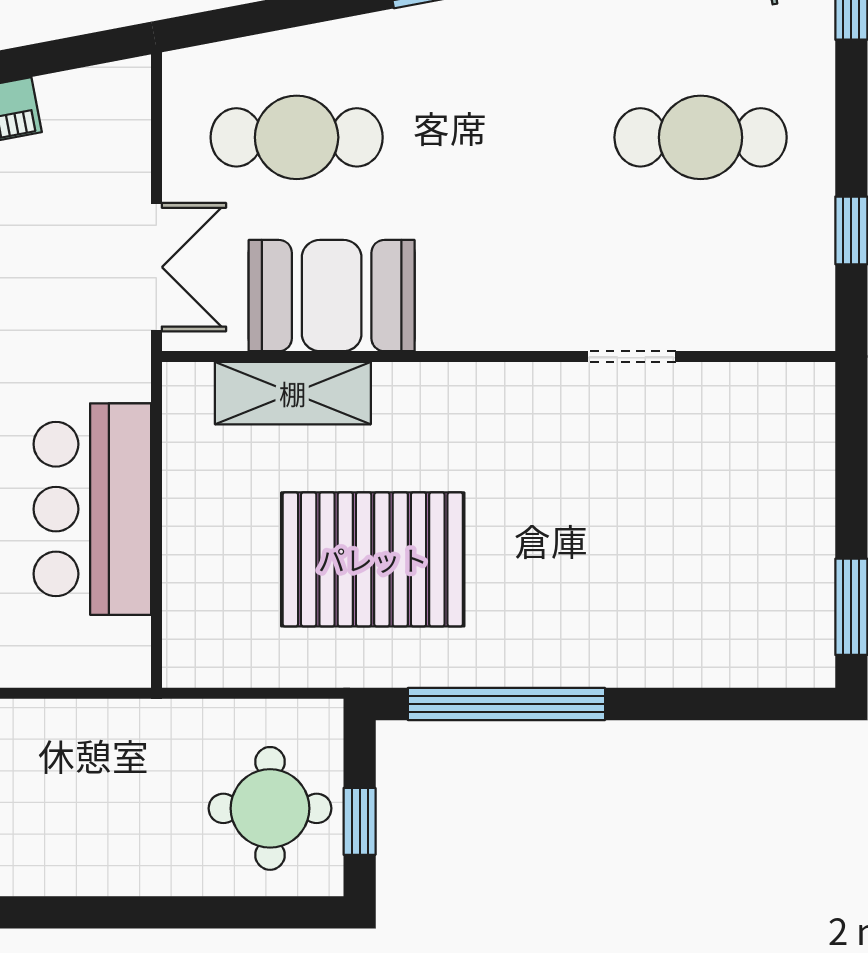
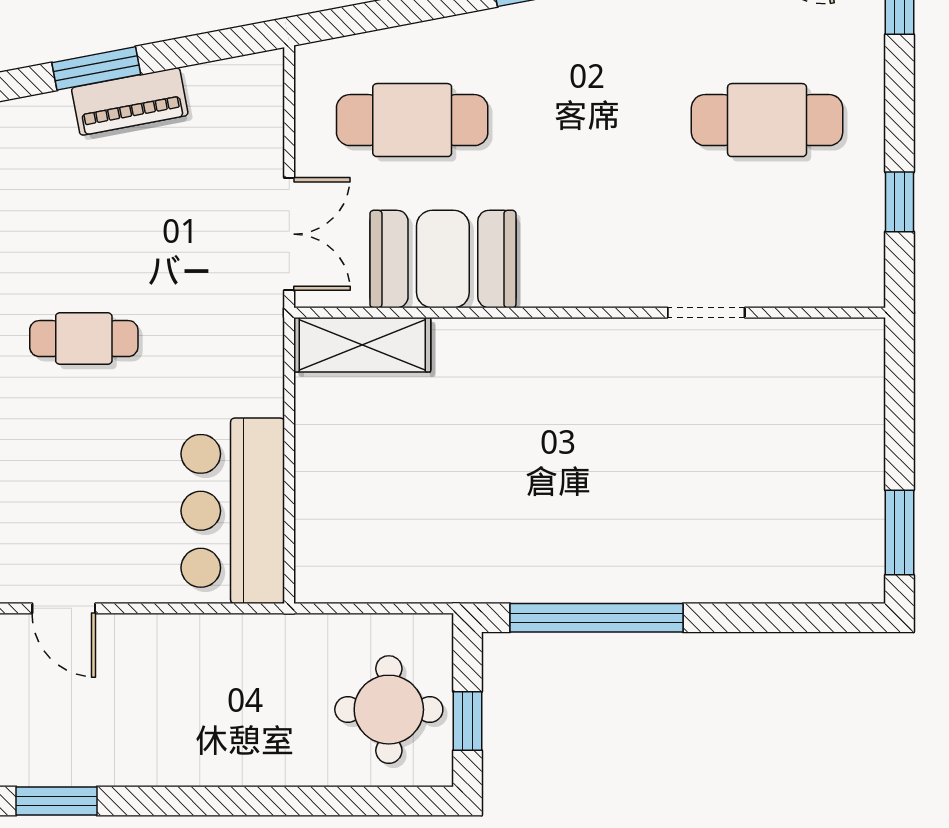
shelving: (293, 393) -> (362, 345), moved
bar counter: (92, 509) -> (233, 511), moved
pallet: (373, 559) -> (479, 491), removed

